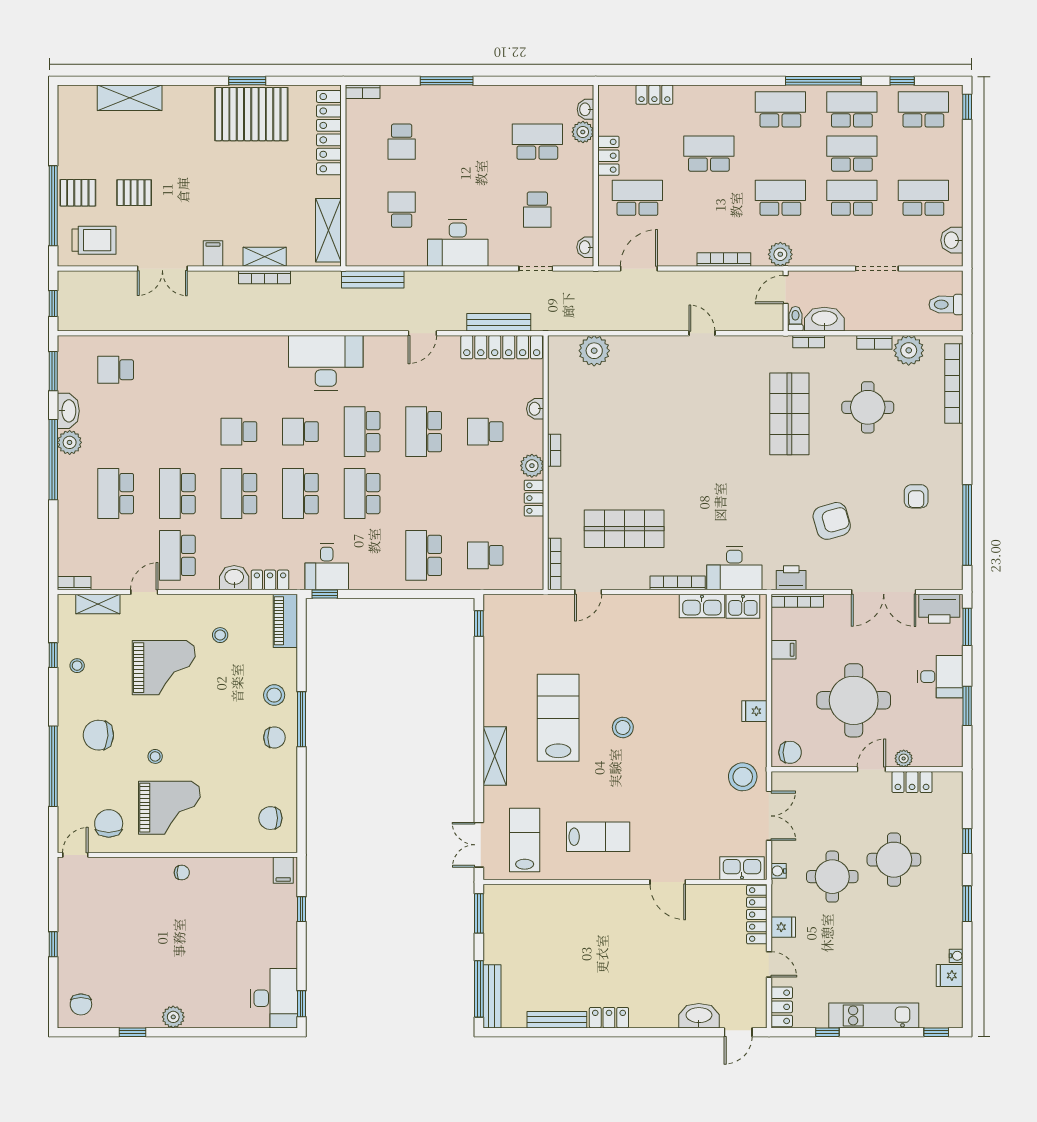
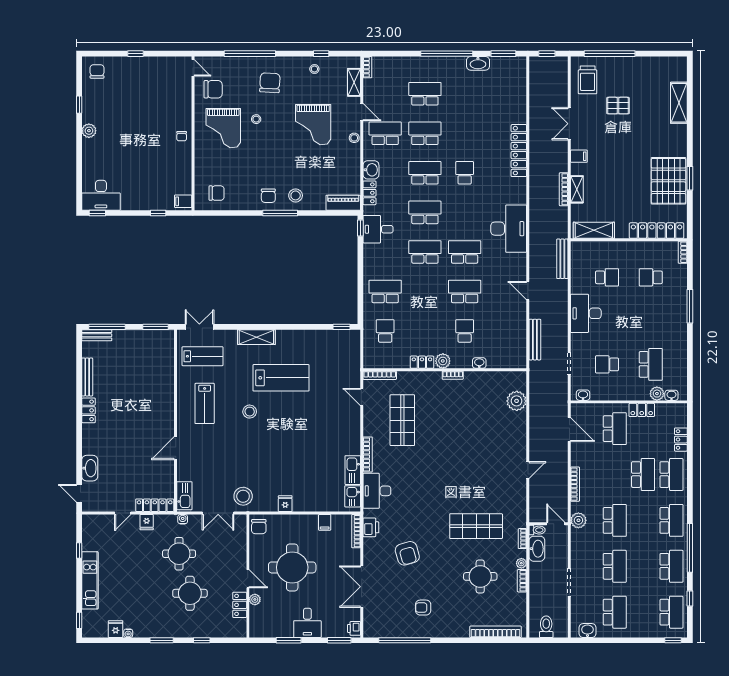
school desk: (852, 154) -> (671, 475), moved
pallet: (78, 193) -> (618, 69), removed
pallet: (134, 193) -> (618, 106), turned 90
locker: (502, 347) -> (519, 151), moved
plant: (909, 350) -> (521, 563), moved, width x0.53, depth x0.53
school desk: (116, 370) -> (504, 94), removed
school desk: (300, 432) -> (465, 212), removed
plant: (70, 442) -> (458, 64), removed
printer: (939, 609) -> (354, 628), width x0.53, depth x0.68
stool: (220, 635) -> (354, 138), moved
stool: (623, 727) -> (250, 412), moved
chair: (270, 818) -> (217, 193), turned 90
bench: (492, 996) -> (97, 335), width x0.73
chair: (81, 1004) -> (97, 71), turned 90
locker: (782, 1007) -> (95, 521), removed

